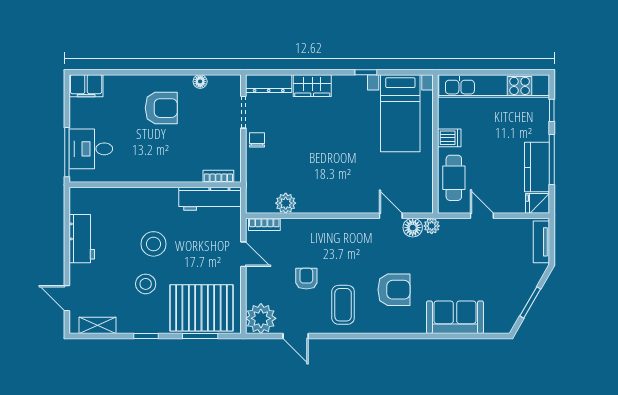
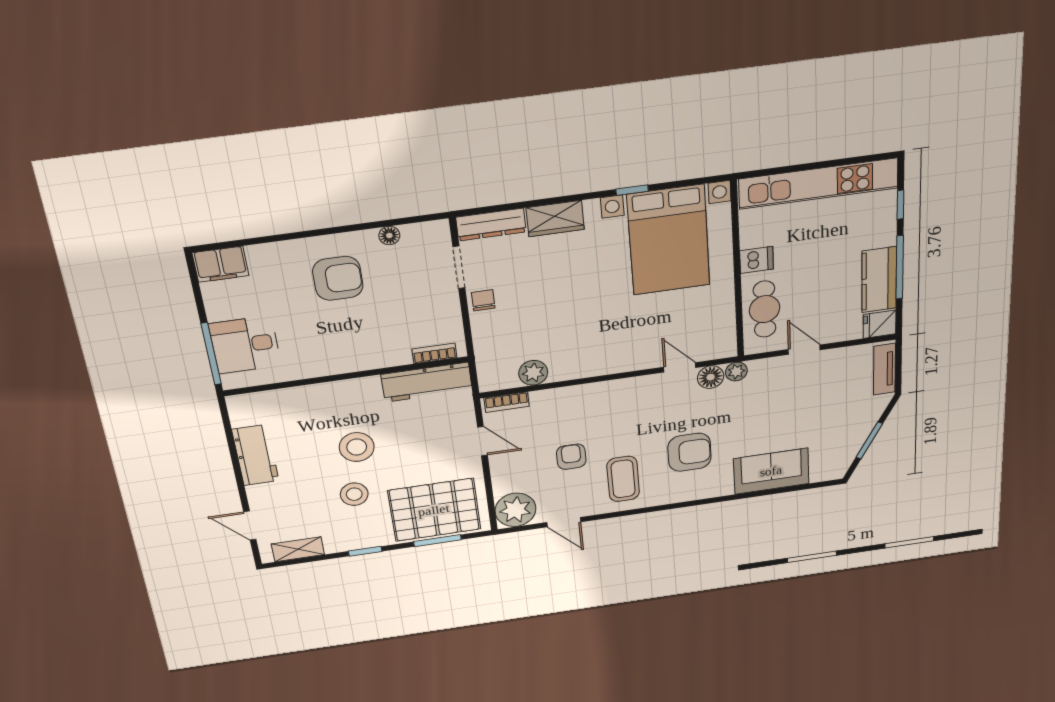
bed with nightstands: (400, 113) -> (669, 240), width x1.36

